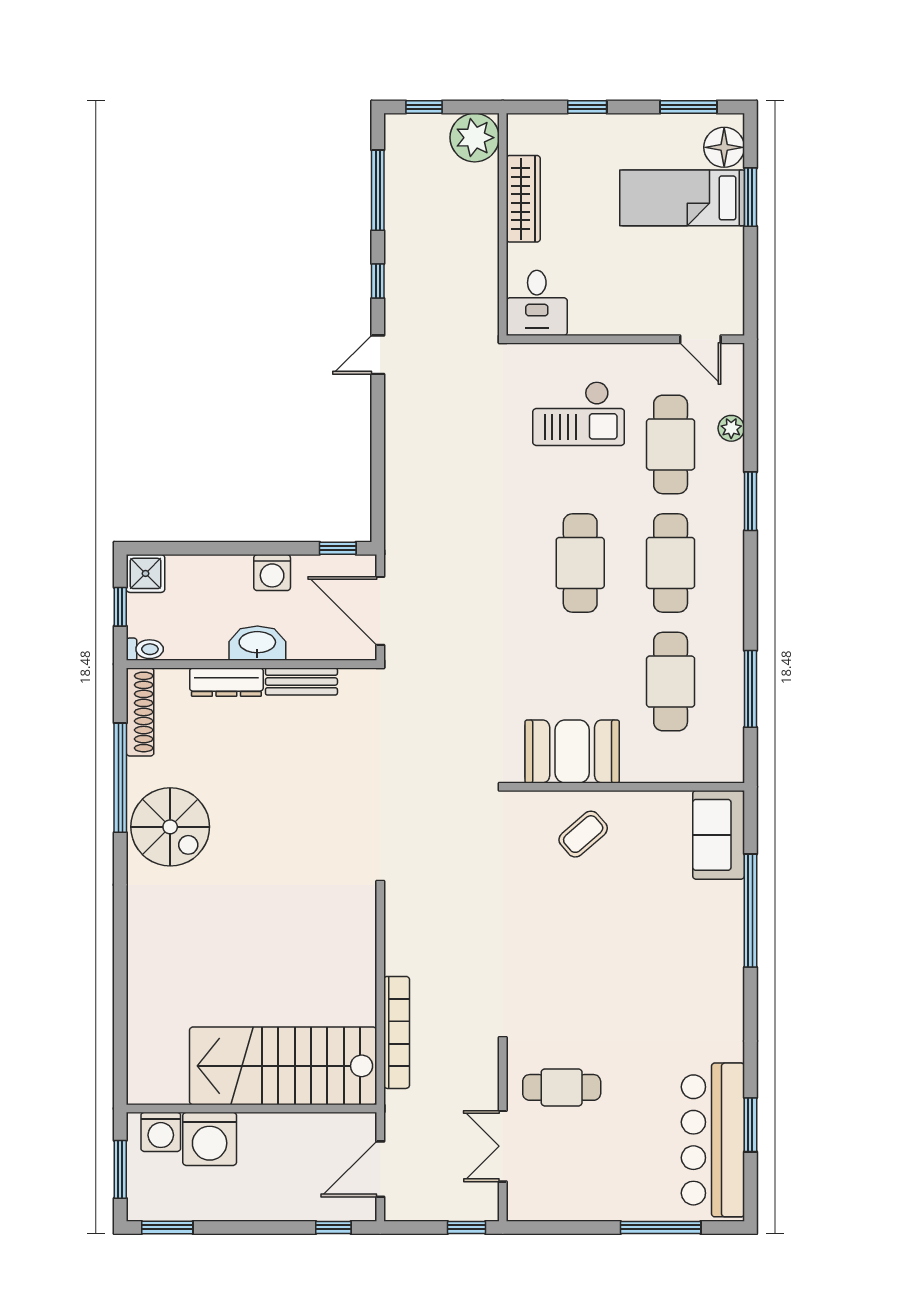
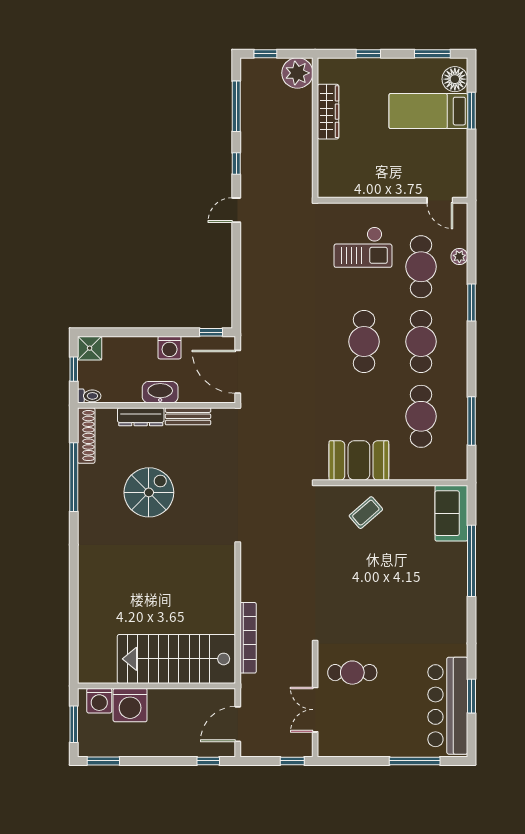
desk: (537, 303) -> (337, 177), removed
spiral stairs: (170, 827) -> (149, 492), moved, turned -90

